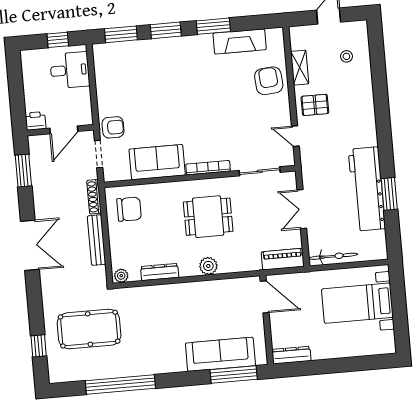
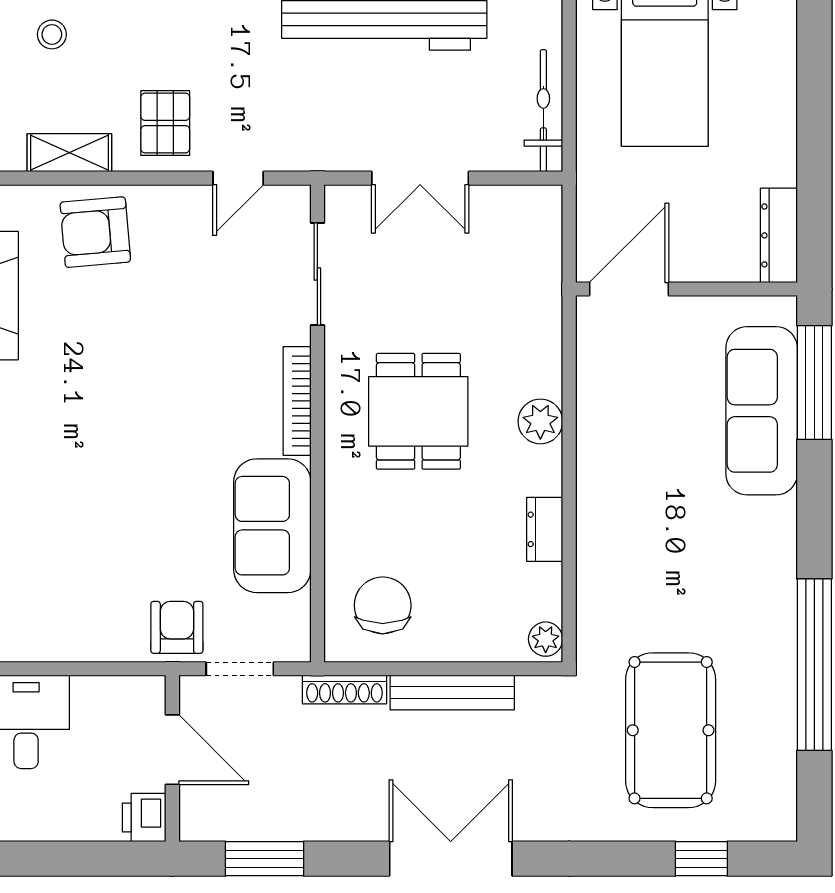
piano: (283, 259) -> (540, 236), removed
dresser: (160, 272) -> (545, 529), width x0.70

